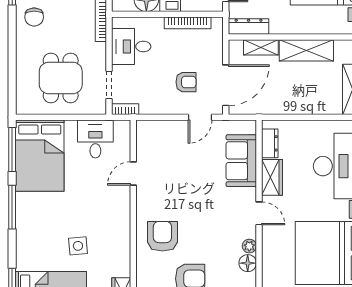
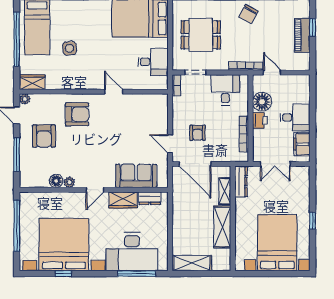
chair: (34, 17) -> (248, 14), turned -62
door: (133, 173) -> (114, 92), moved

